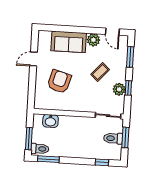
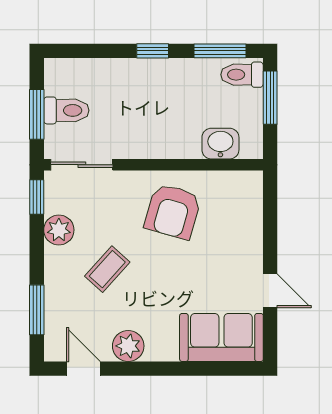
sofa: (69, 42) -> (221, 337), moved
door: (34, 59) -> (270, 291), hinge flipped
armchair: (59, 82) -> (173, 211), moved
window: (128, 88) -> (37, 197), moved
window: (102, 162) -> (153, 51), moved

